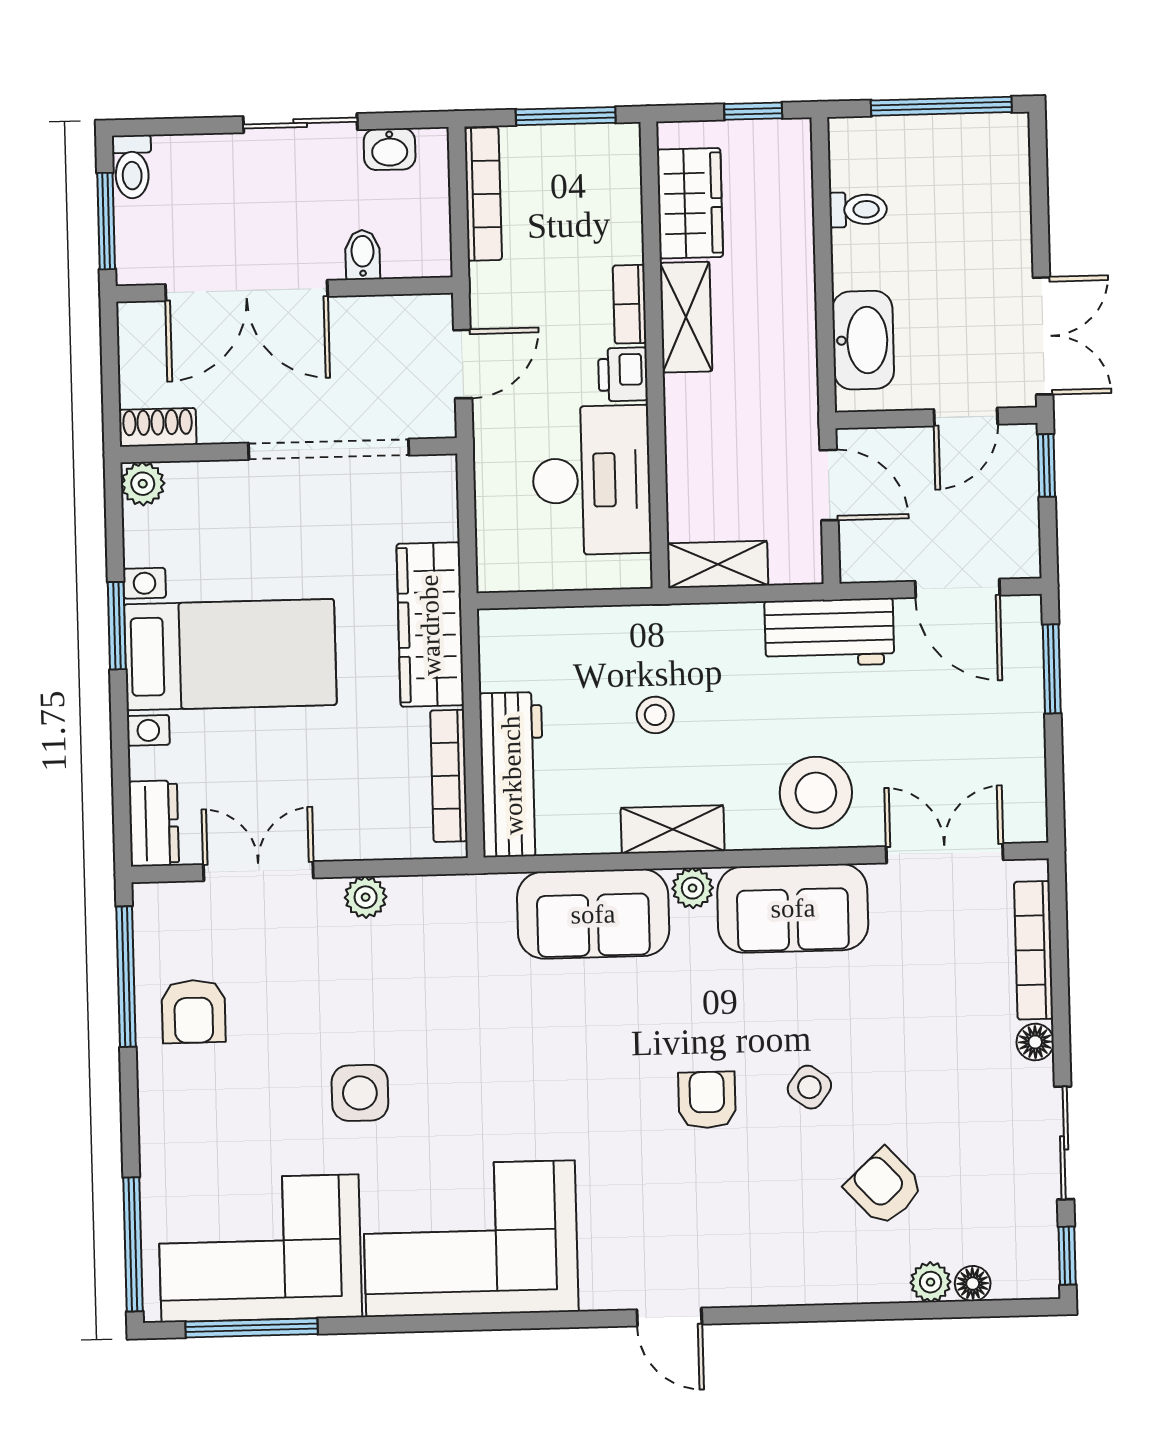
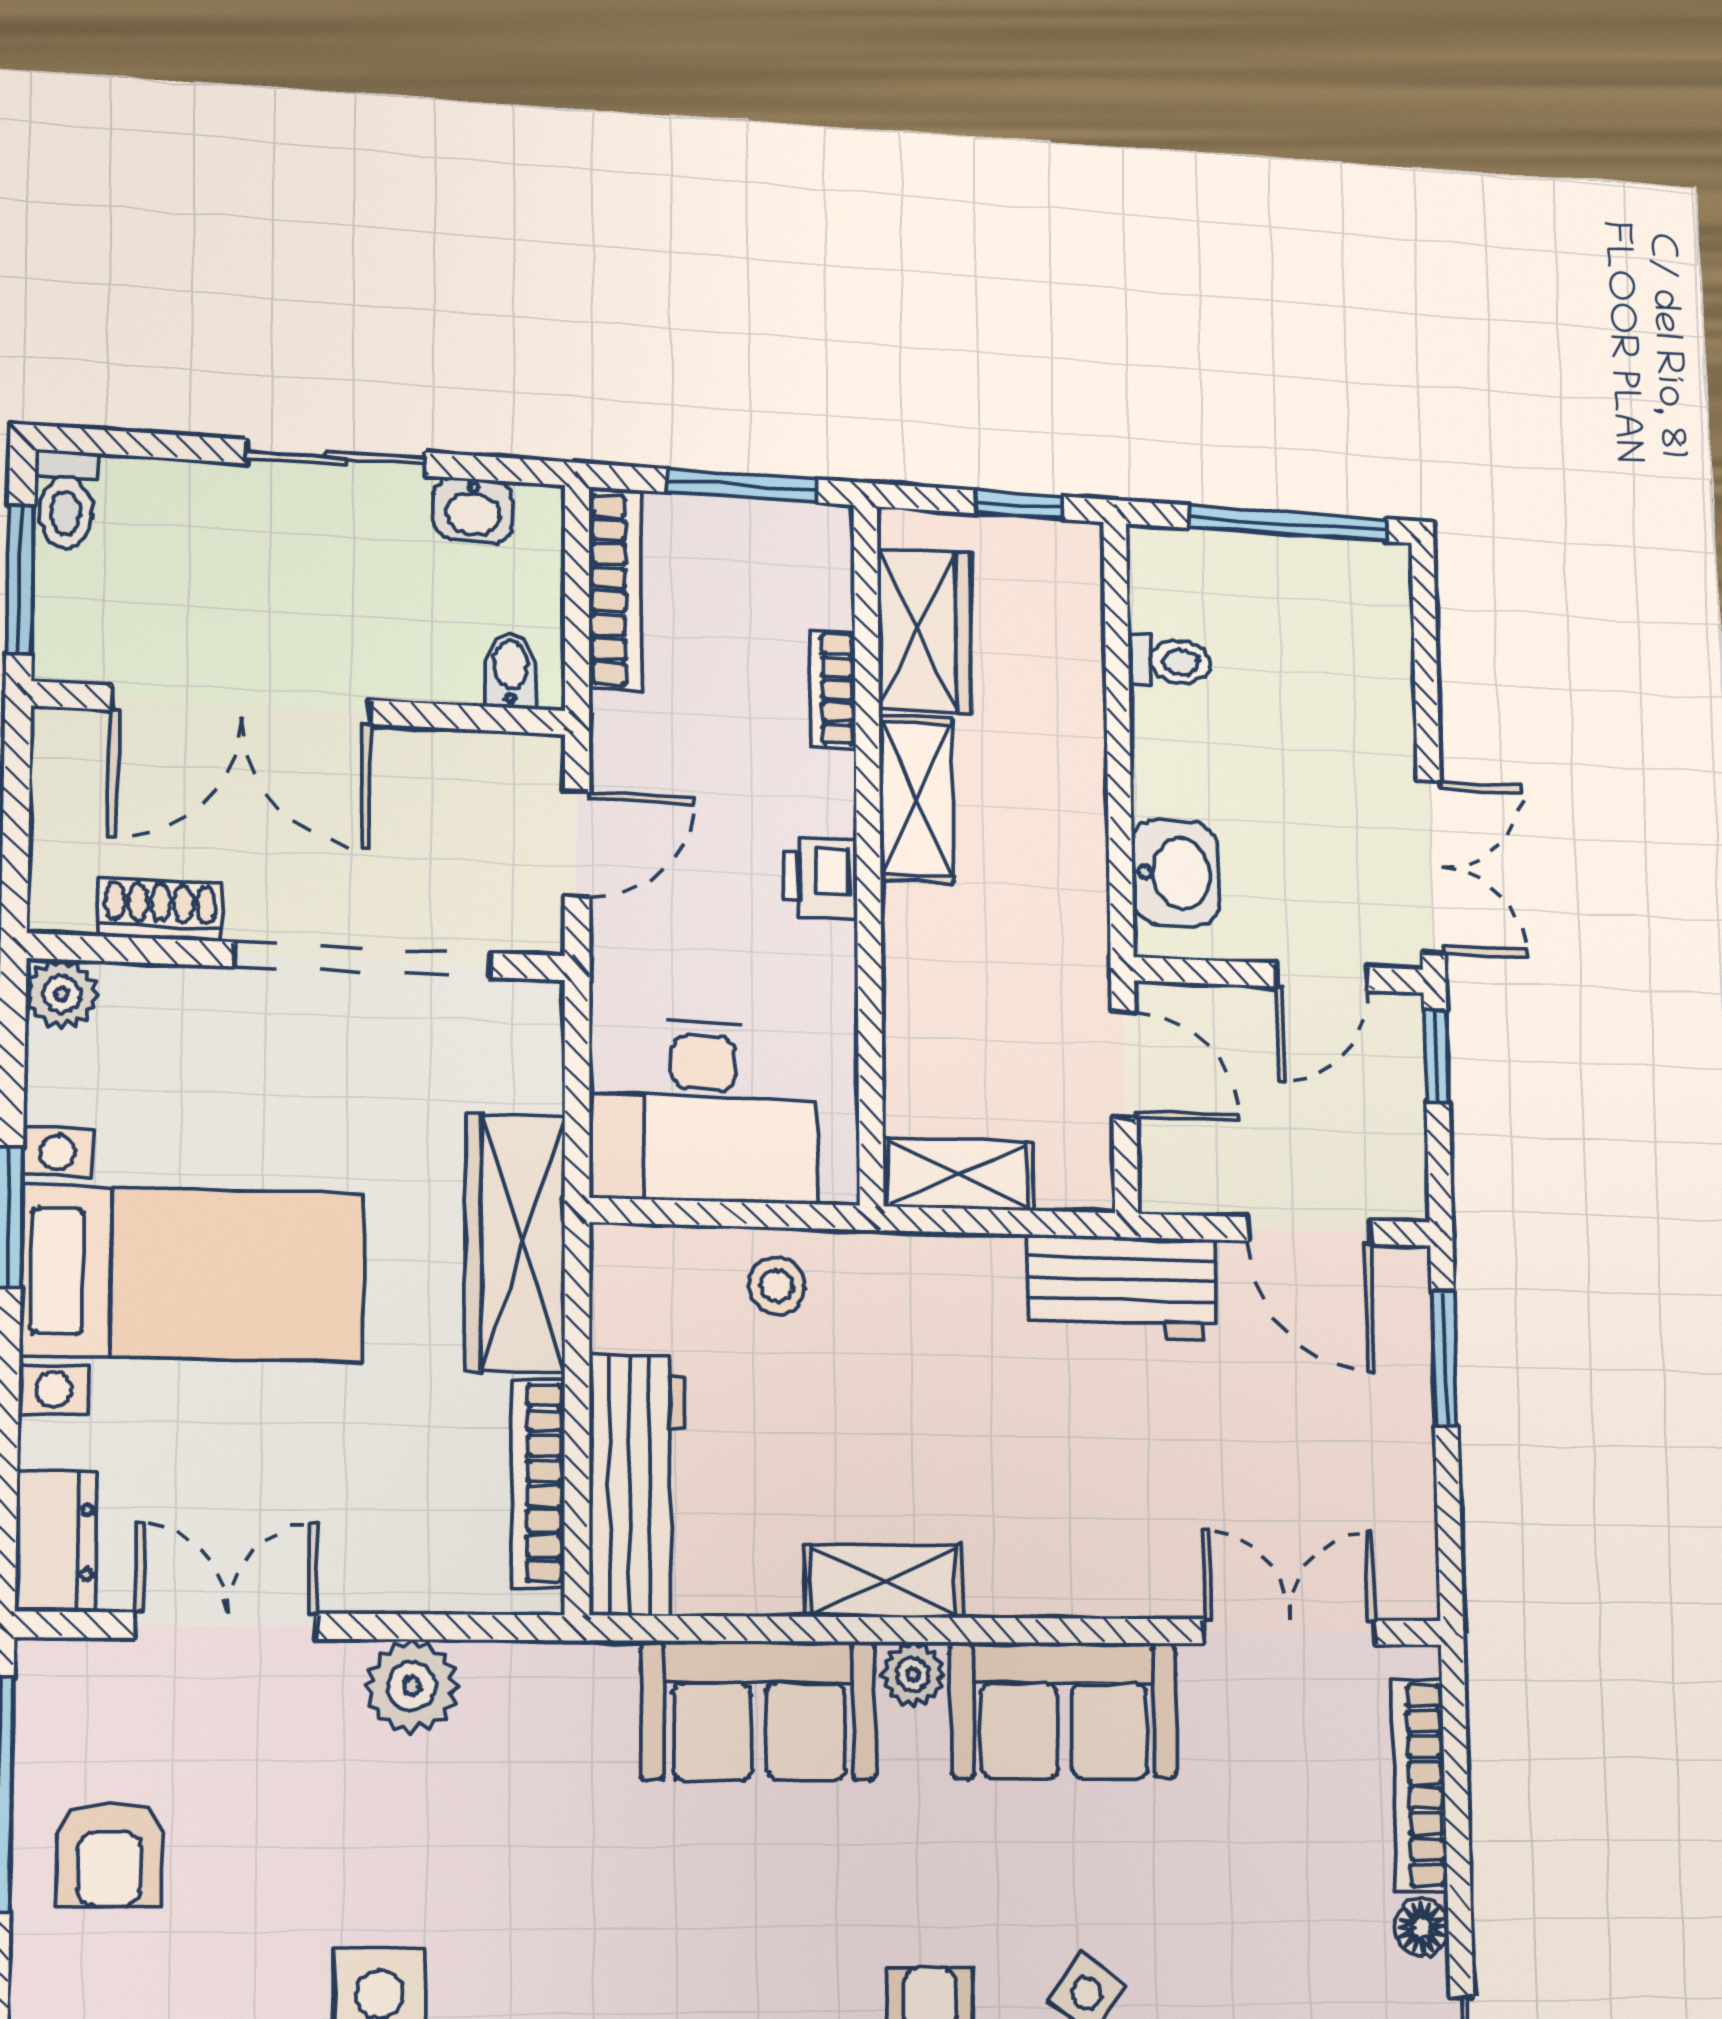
bidet: (363, 255) -> (510, 670), moved
bookcase: (630, 304) -> (832, 690), moved
washbasin: (863, 340) -> (1175, 873), width x0.72
shoe rack: (158, 427) -> (161, 910), moved
desk: (592, 480) -> (704, 1111), moved, turned 90
stool: (655, 715) -> (777, 1286), moved
stool: (816, 793) -> (1101, 1532), removed
plant: (366, 897) -> (412, 1686), width x1.38, depth x1.38

